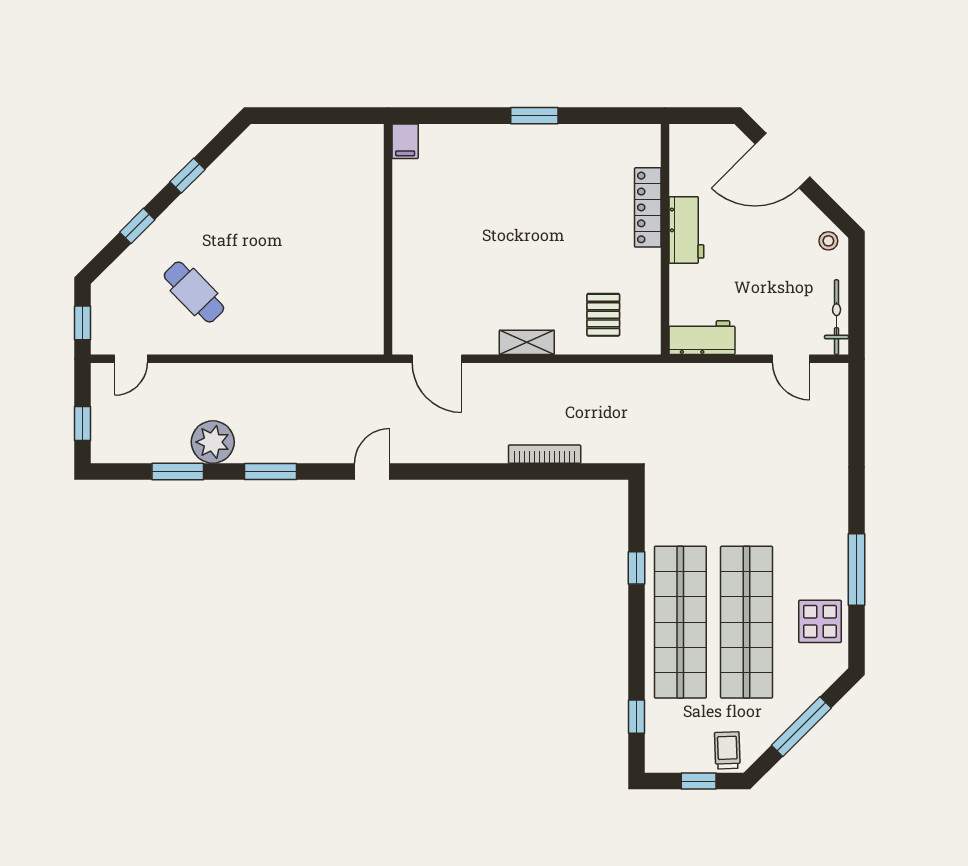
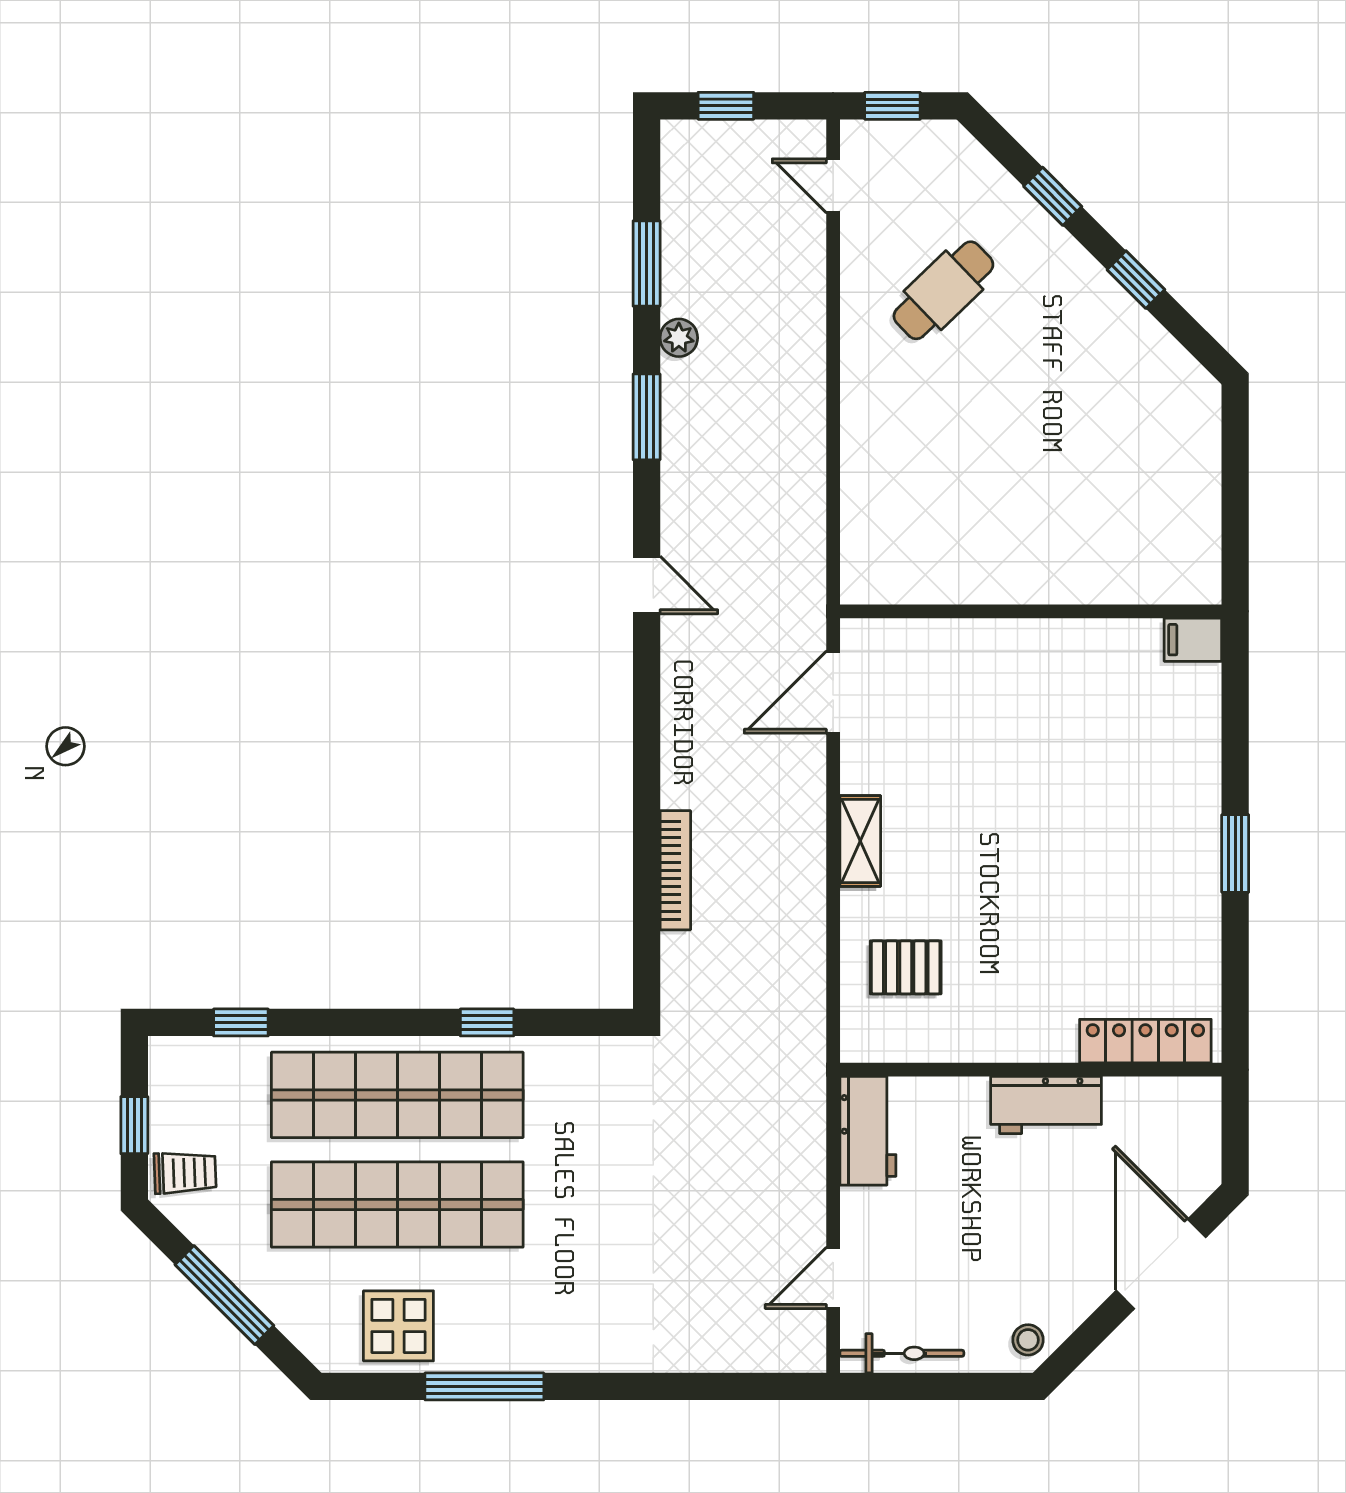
locker: (648, 207) -> (1145, 1041), moved
plant: (213, 442) -> (679, 338), width x0.53, depth x0.53

